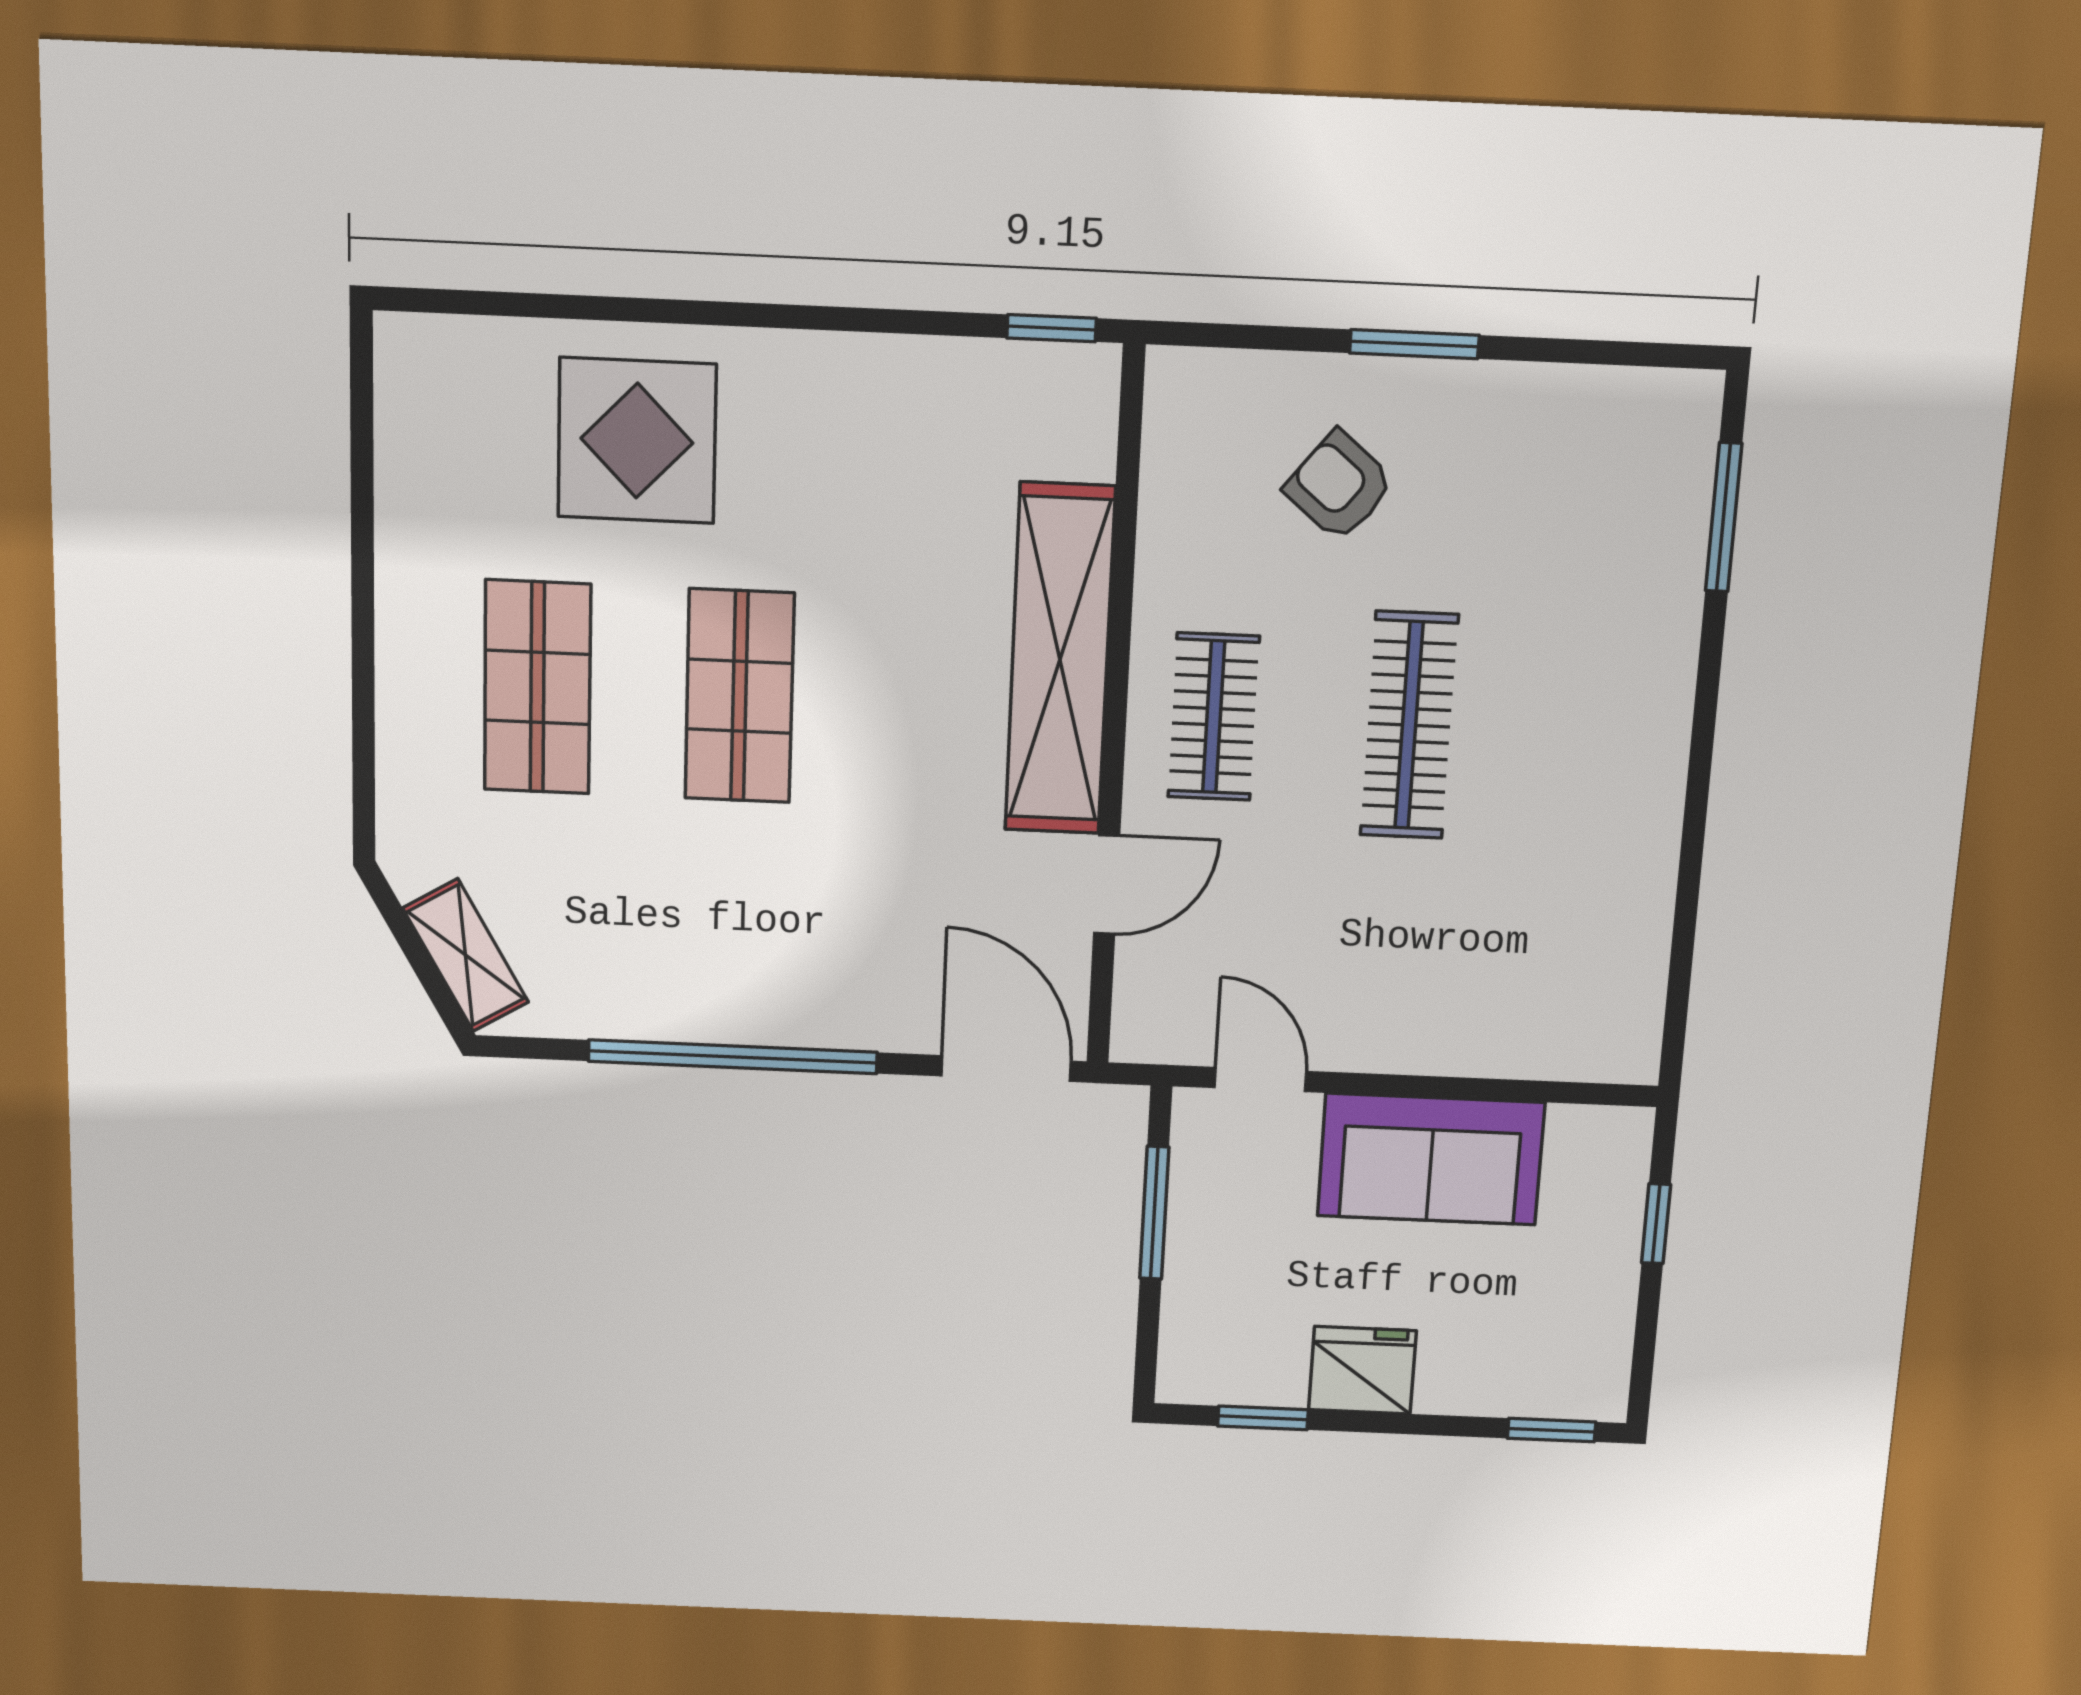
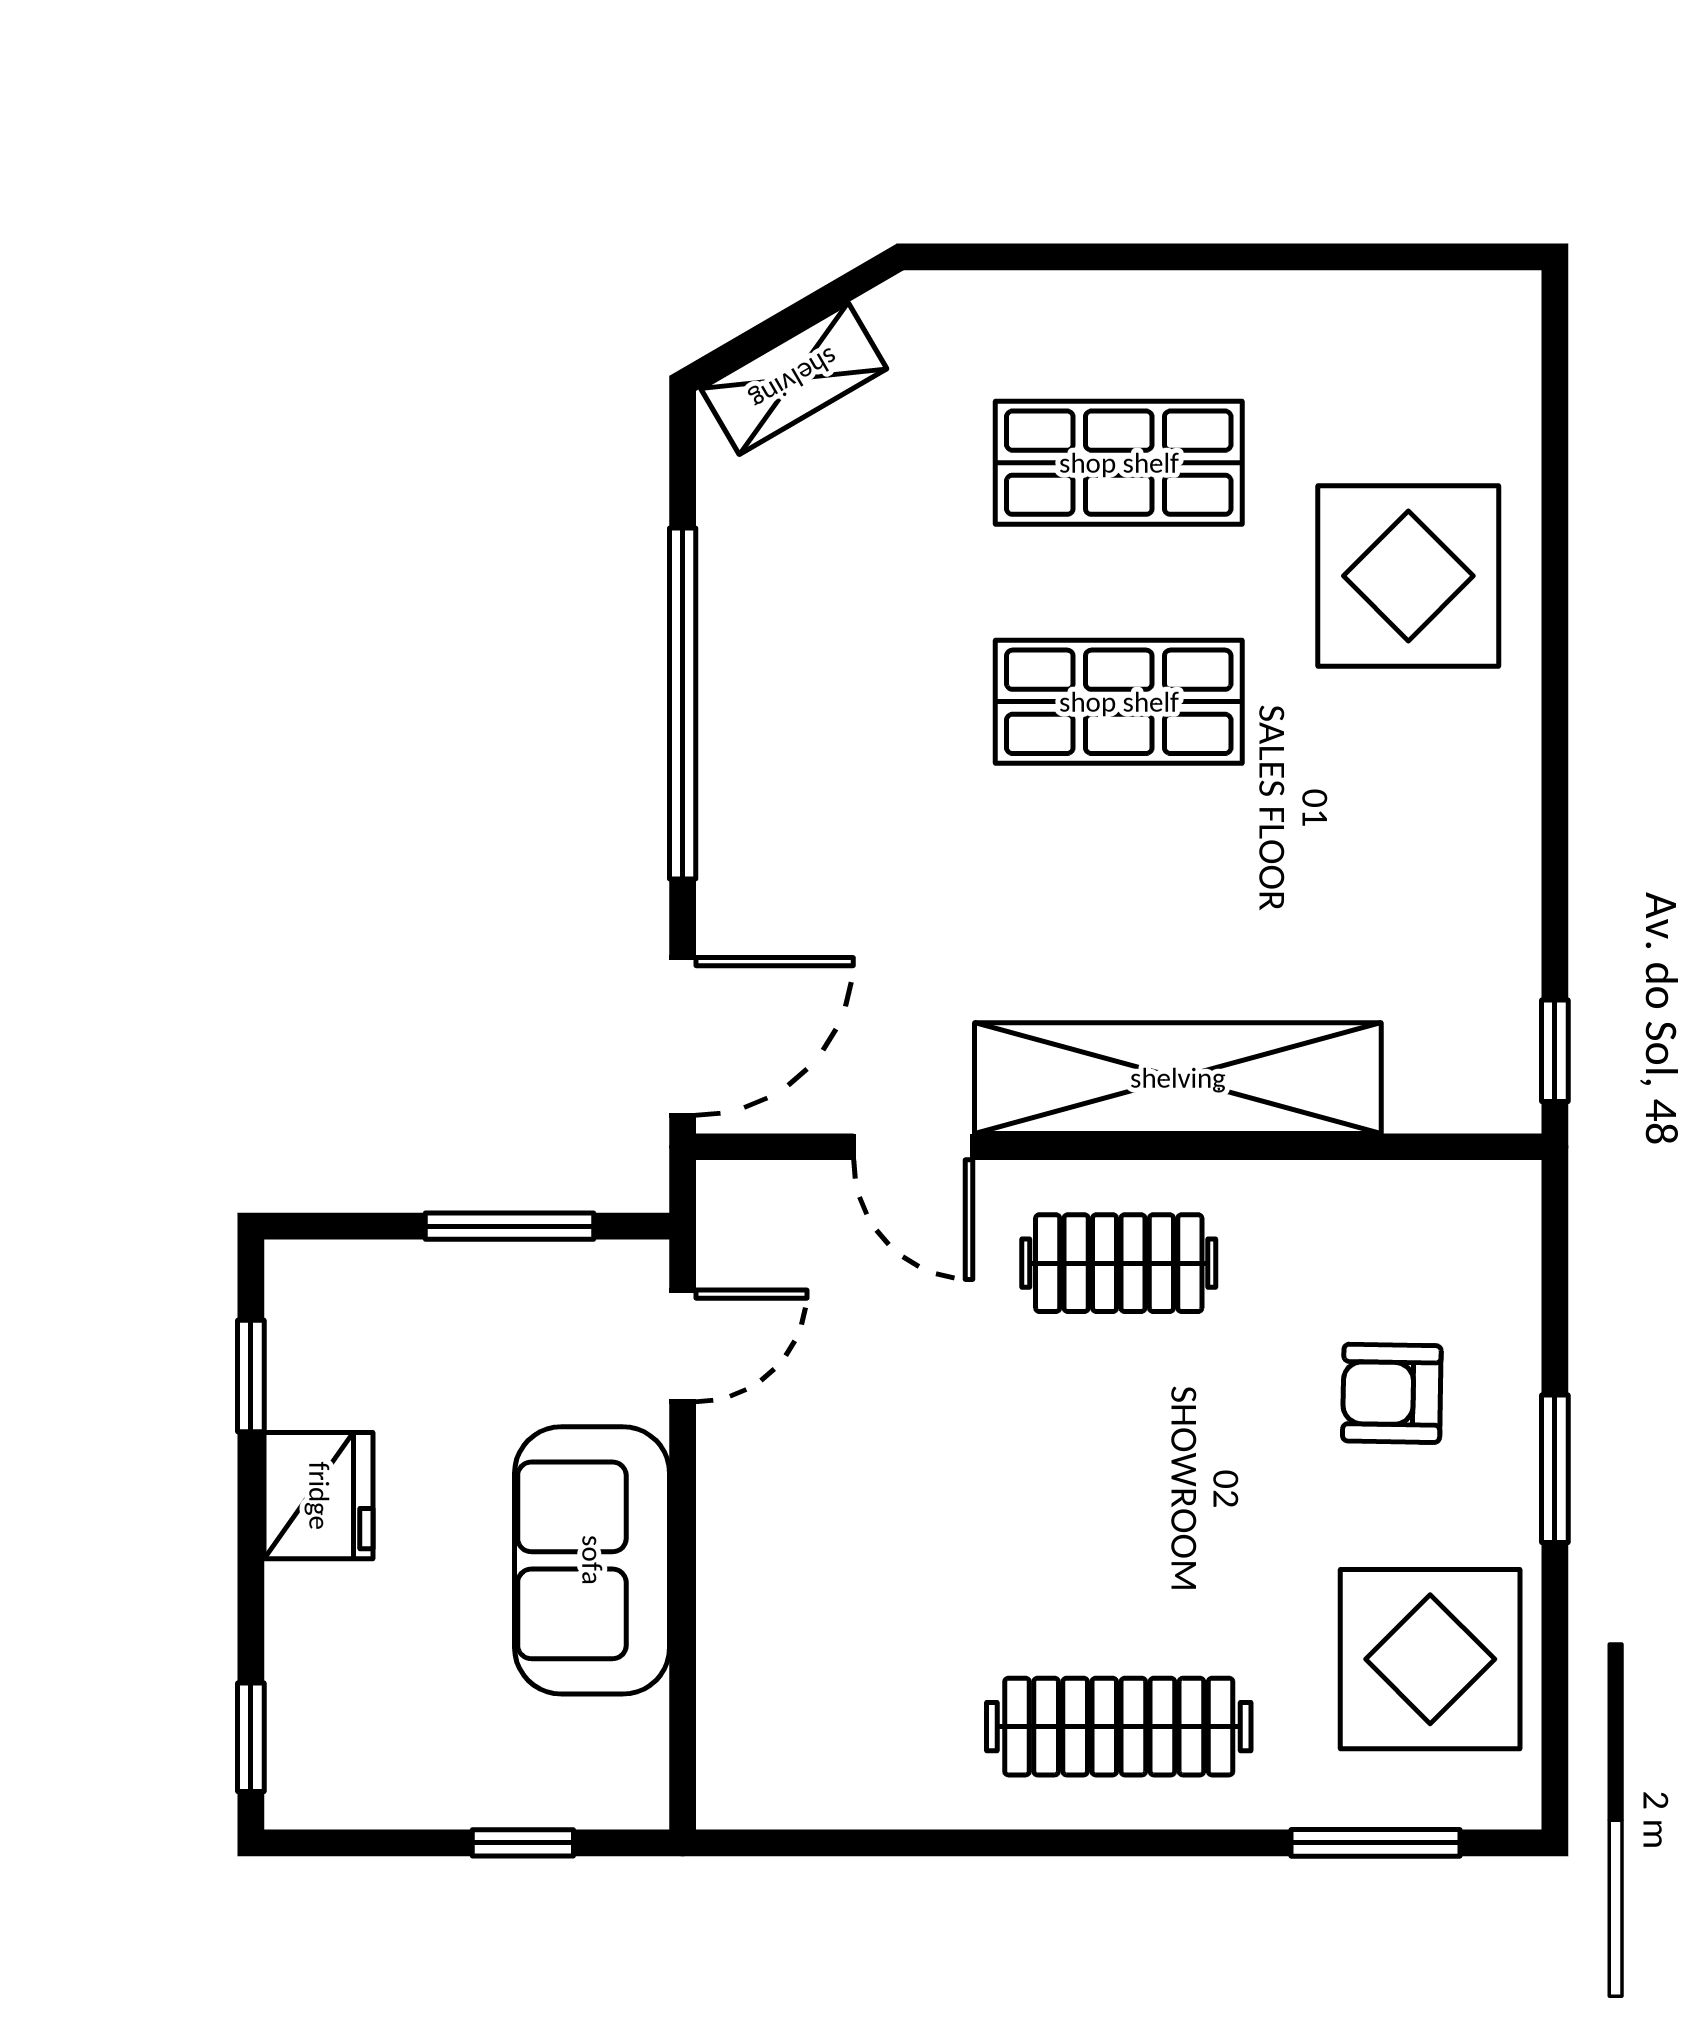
display table: (1570, 462) -> (1430, 1659), added
armchair: (1339, 486) -> (1392, 1393), turned -128
clothes rail: (1409, 725) -> (1119, 1727), moved

